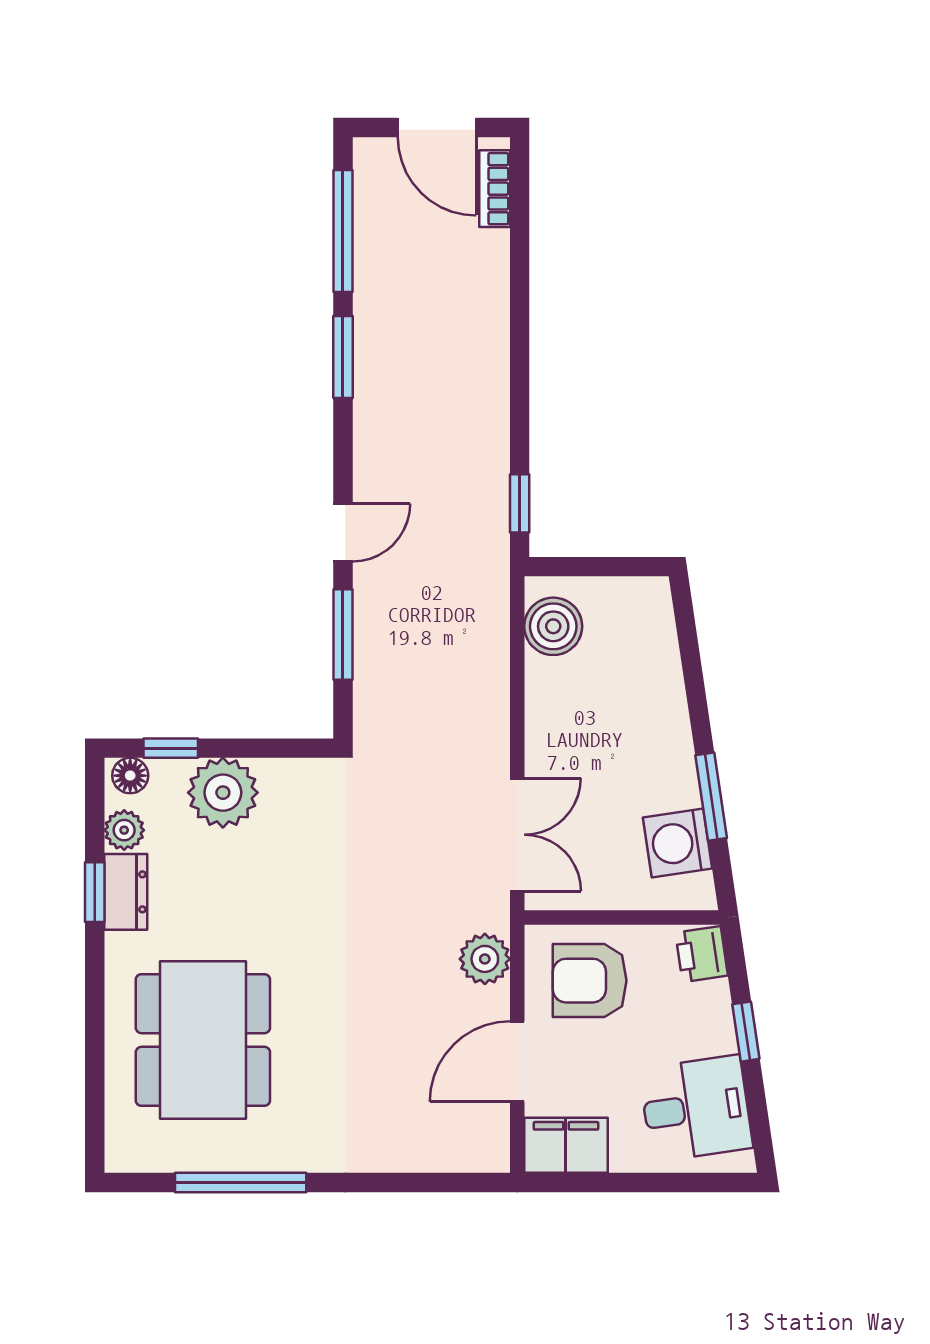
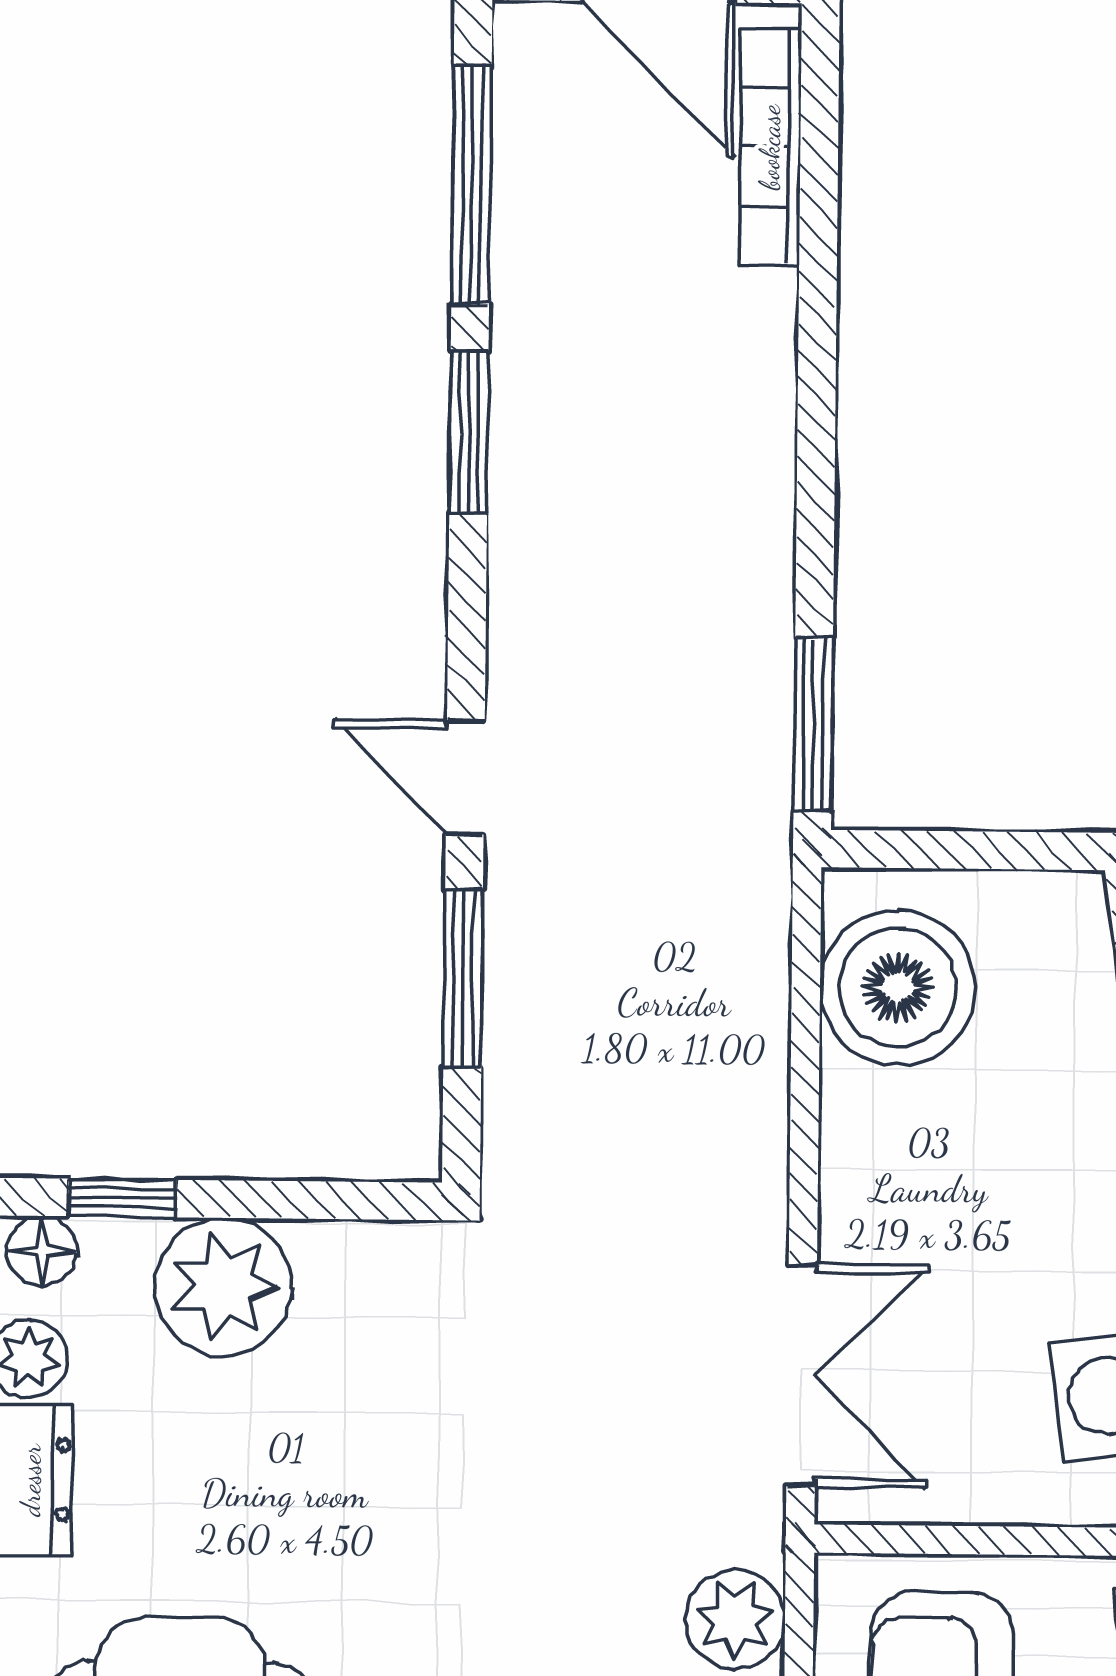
bookcase: (495, 189) -> (770, 147), width x1.56
window: (520, 503) -> (813, 724), width x1.50
door: (343, 533) -> (465, 778), swing flipped
boiler: (553, 626) -> (897, 987), width x1.37, depth x1.37

